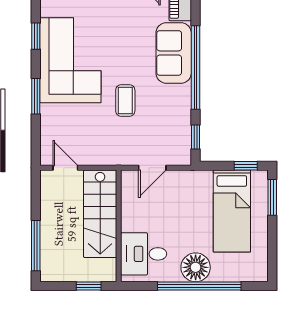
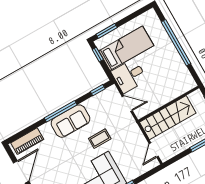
sofa: (174, 53) -> (70, 121), moved
window: (195, 67) -> (61, 111), width x0.68
desk: (144, 254) -> (129, 76), moved, turned 90
floor lamp: (196, 267) -> (167, 50), removed

